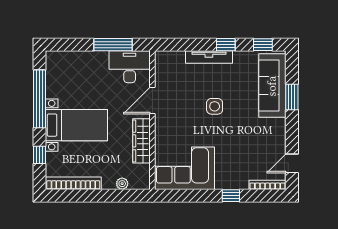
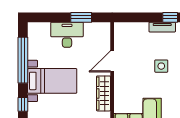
window: (113, 45) -> (81, 17), width x0.69
tv unit: (209, 57) -> (162, 27), width x0.71
desk: (130, 67) -> (67, 35), moved

